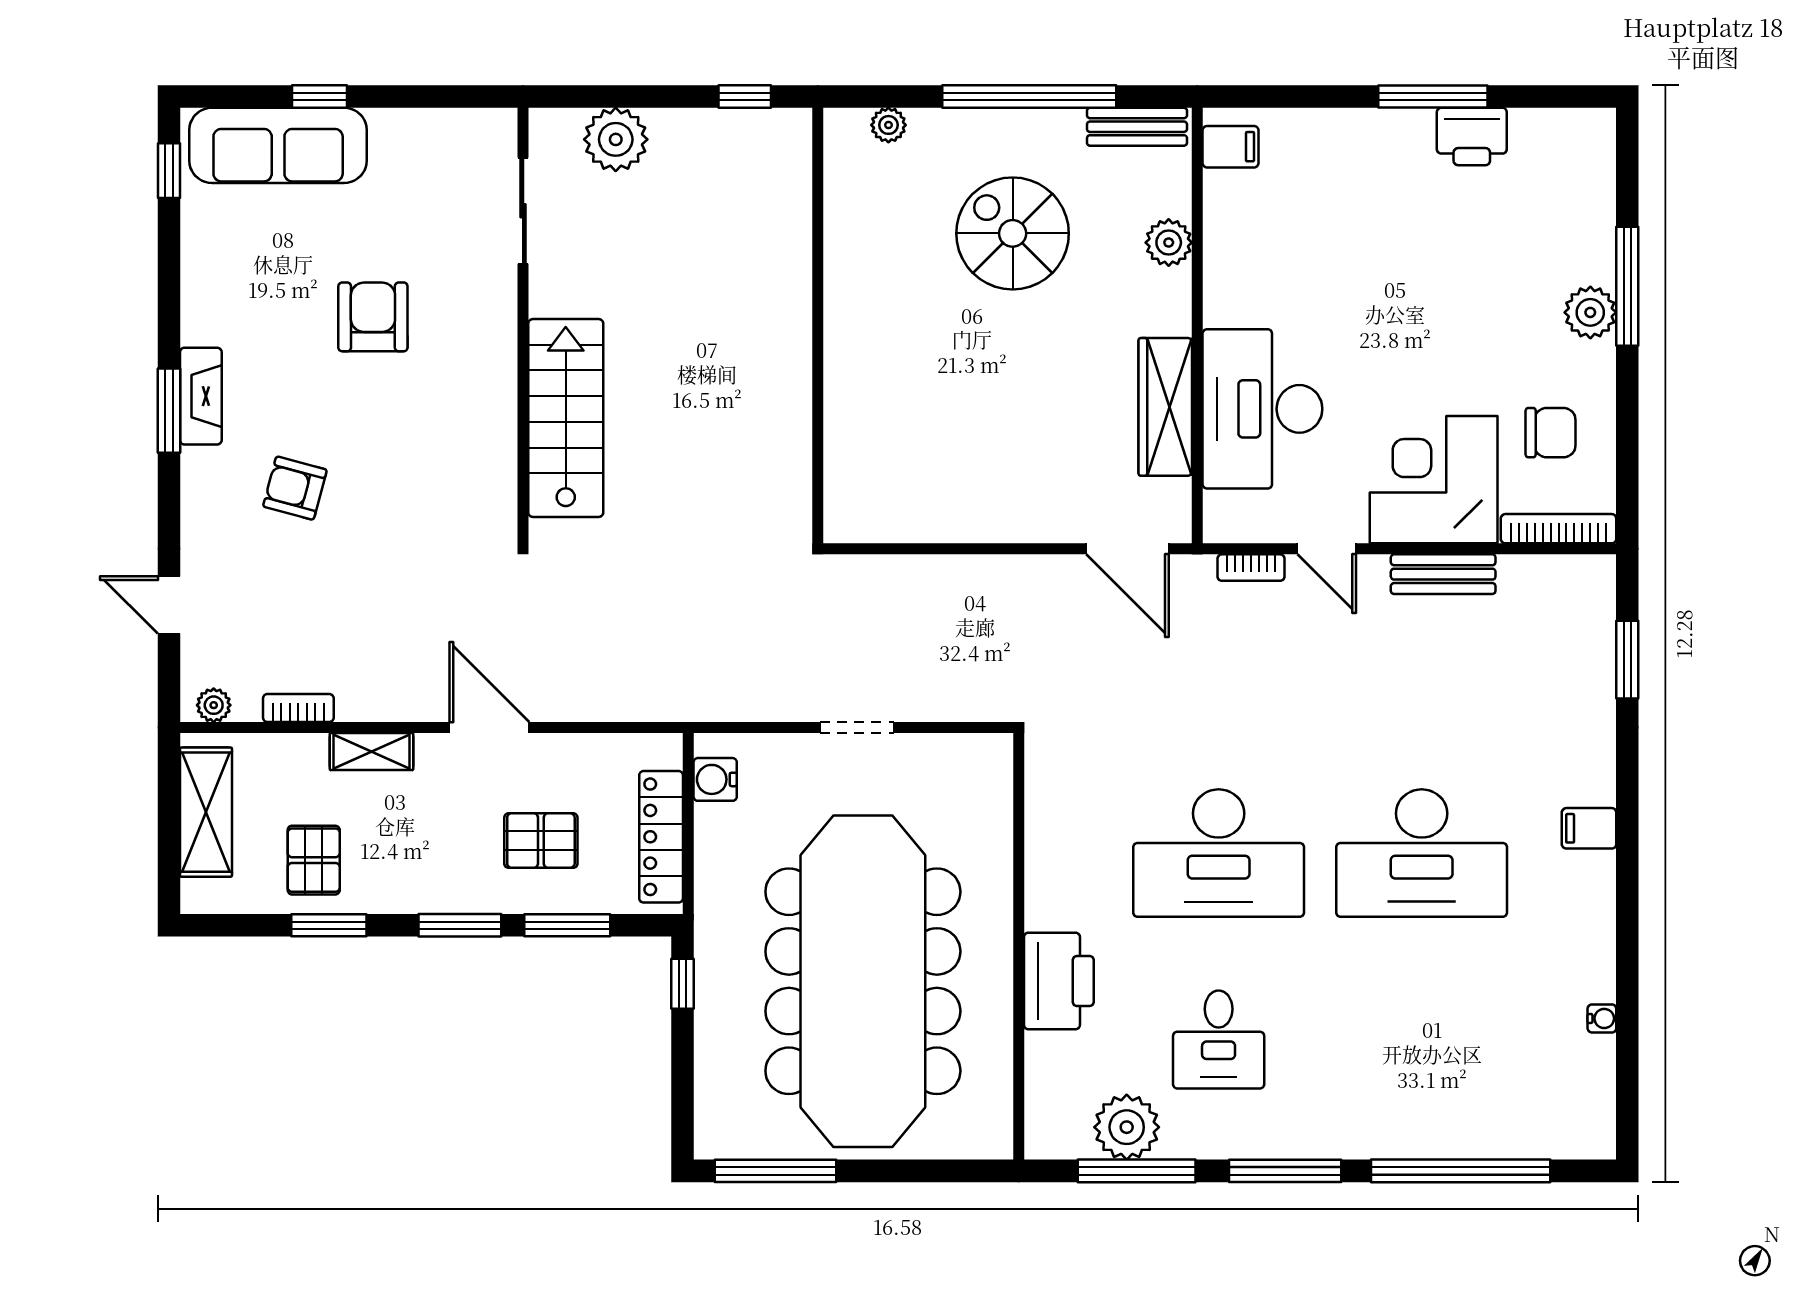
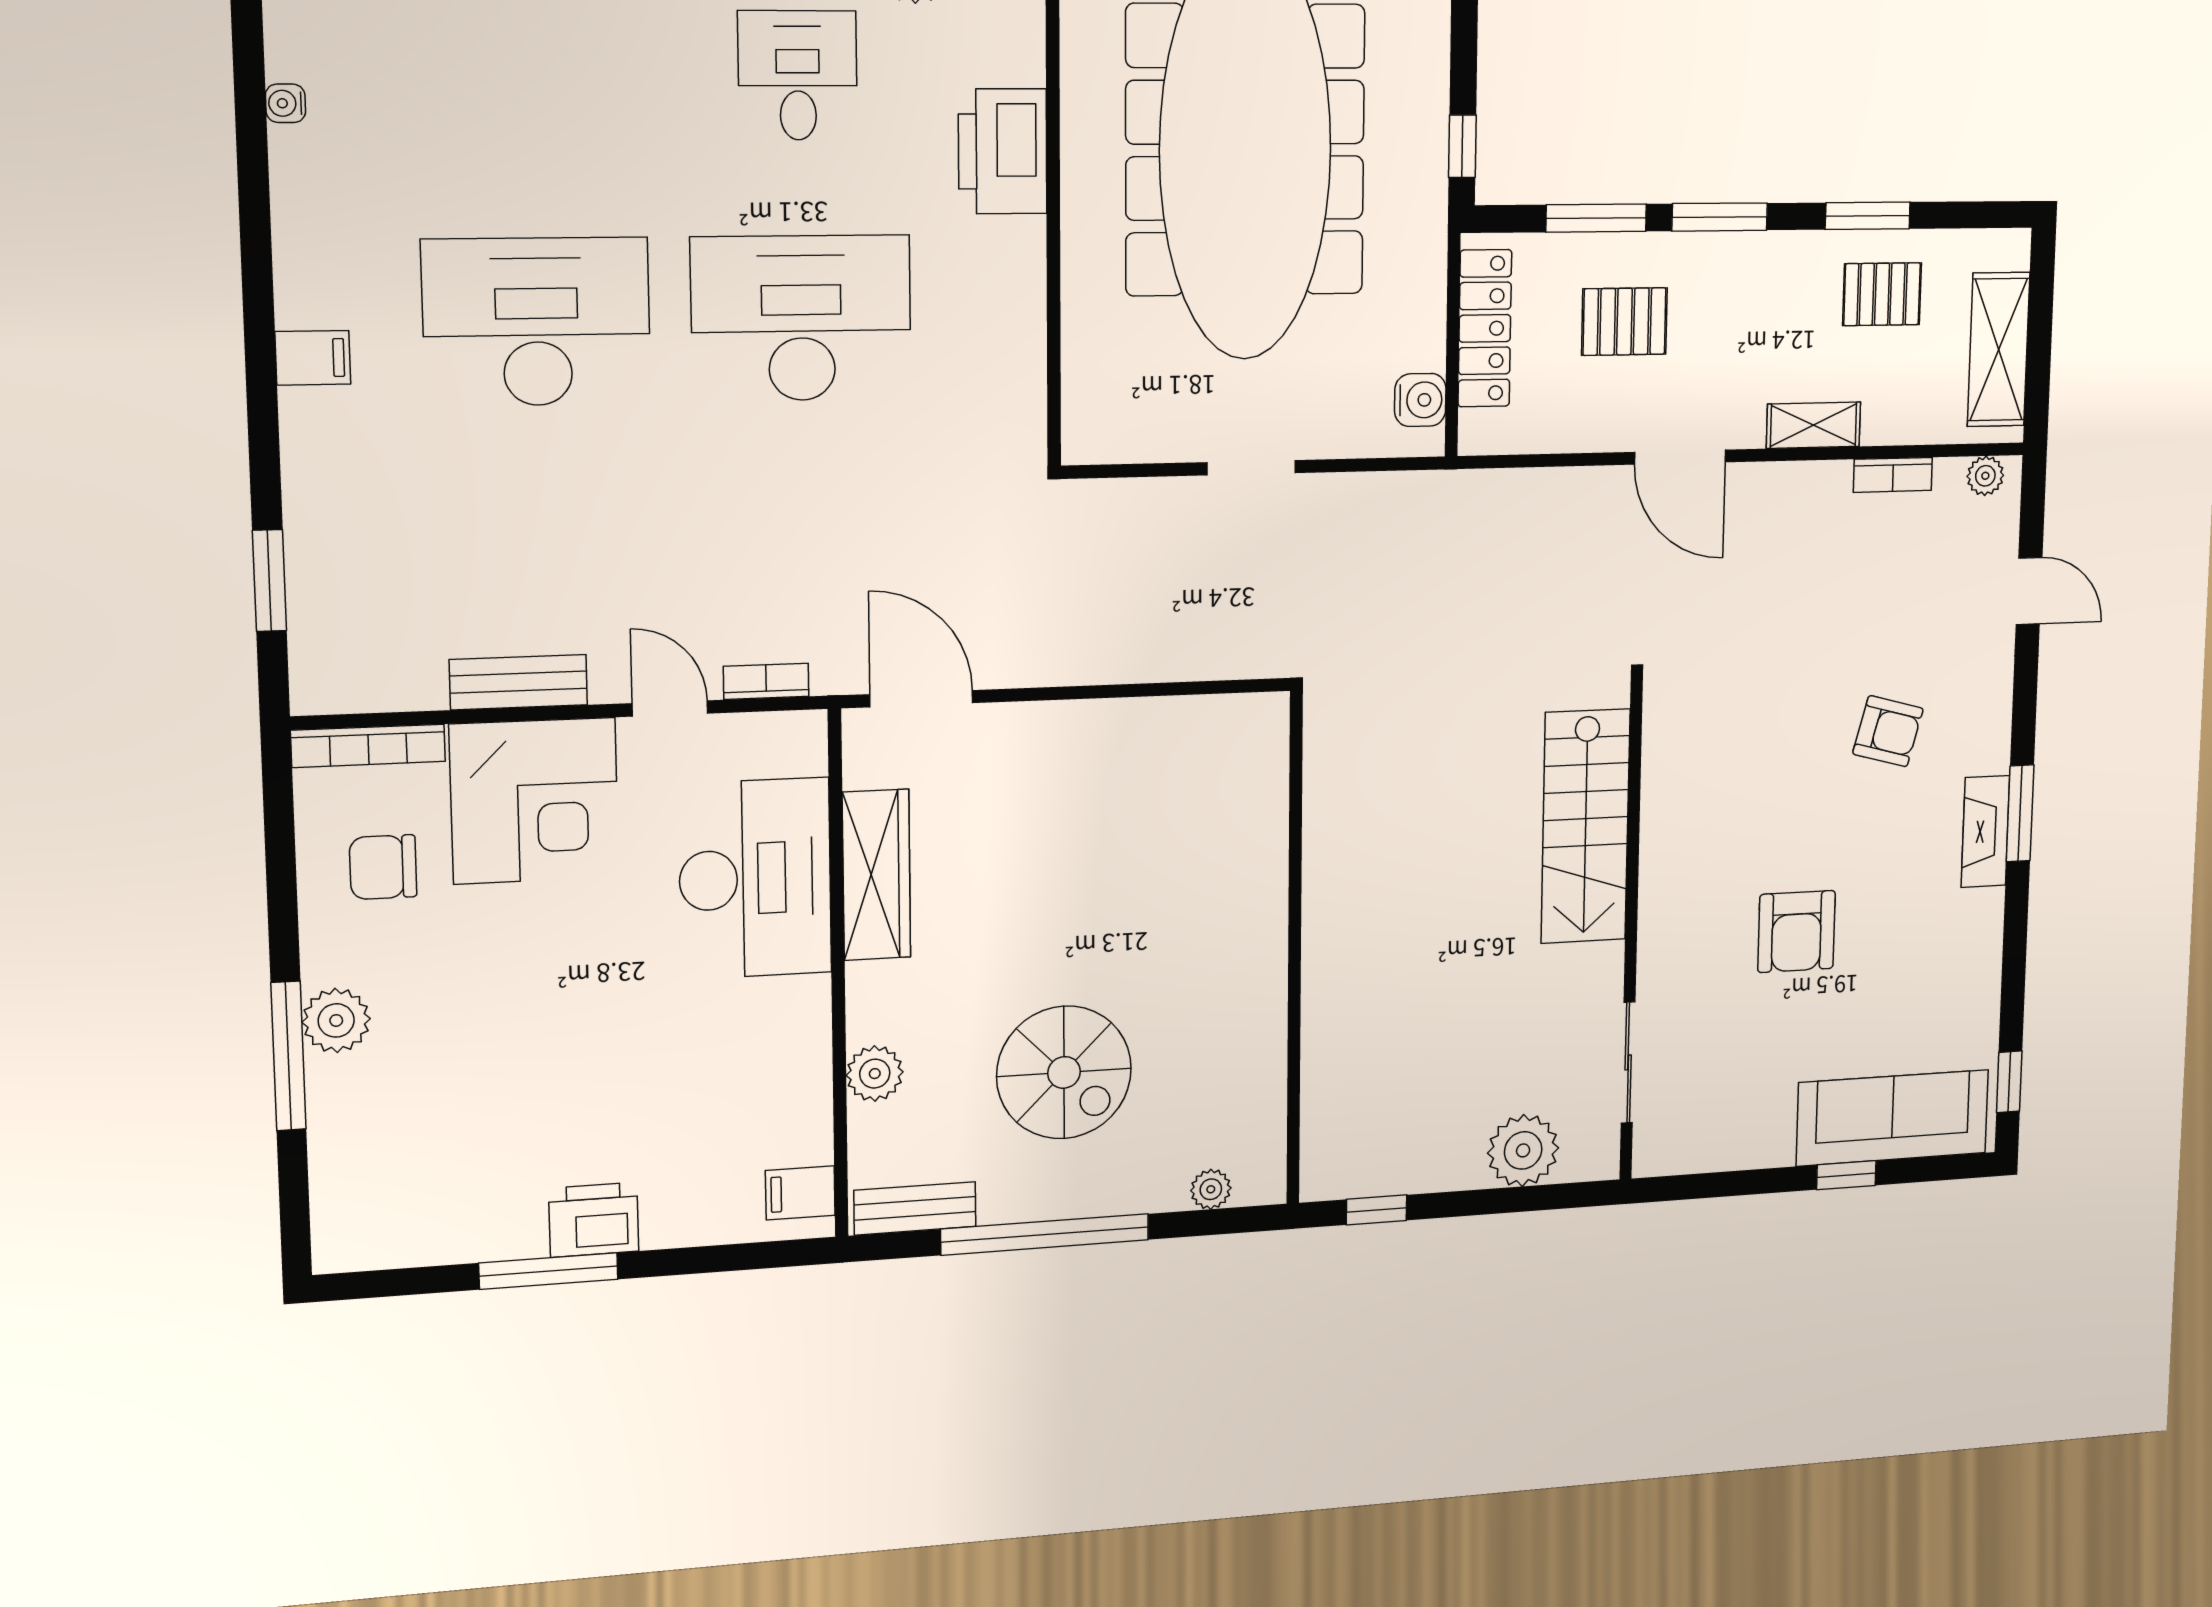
printer: (1472, 136) -> (594, 1220), moved
pallet: (314, 860) -> (1882, 294), turned 90

